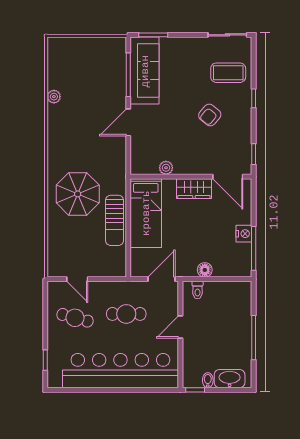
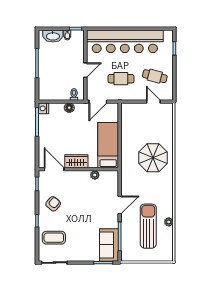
sofa: (145, 71) -> (109, 245), width x0.73
armchair: (210, 115) -> (53, 204), moved
sun lounger: (115, 220) -> (148, 226), moved, width x1.36, depth x1.34
nightstand: (244, 234) -> (43, 108), moved

